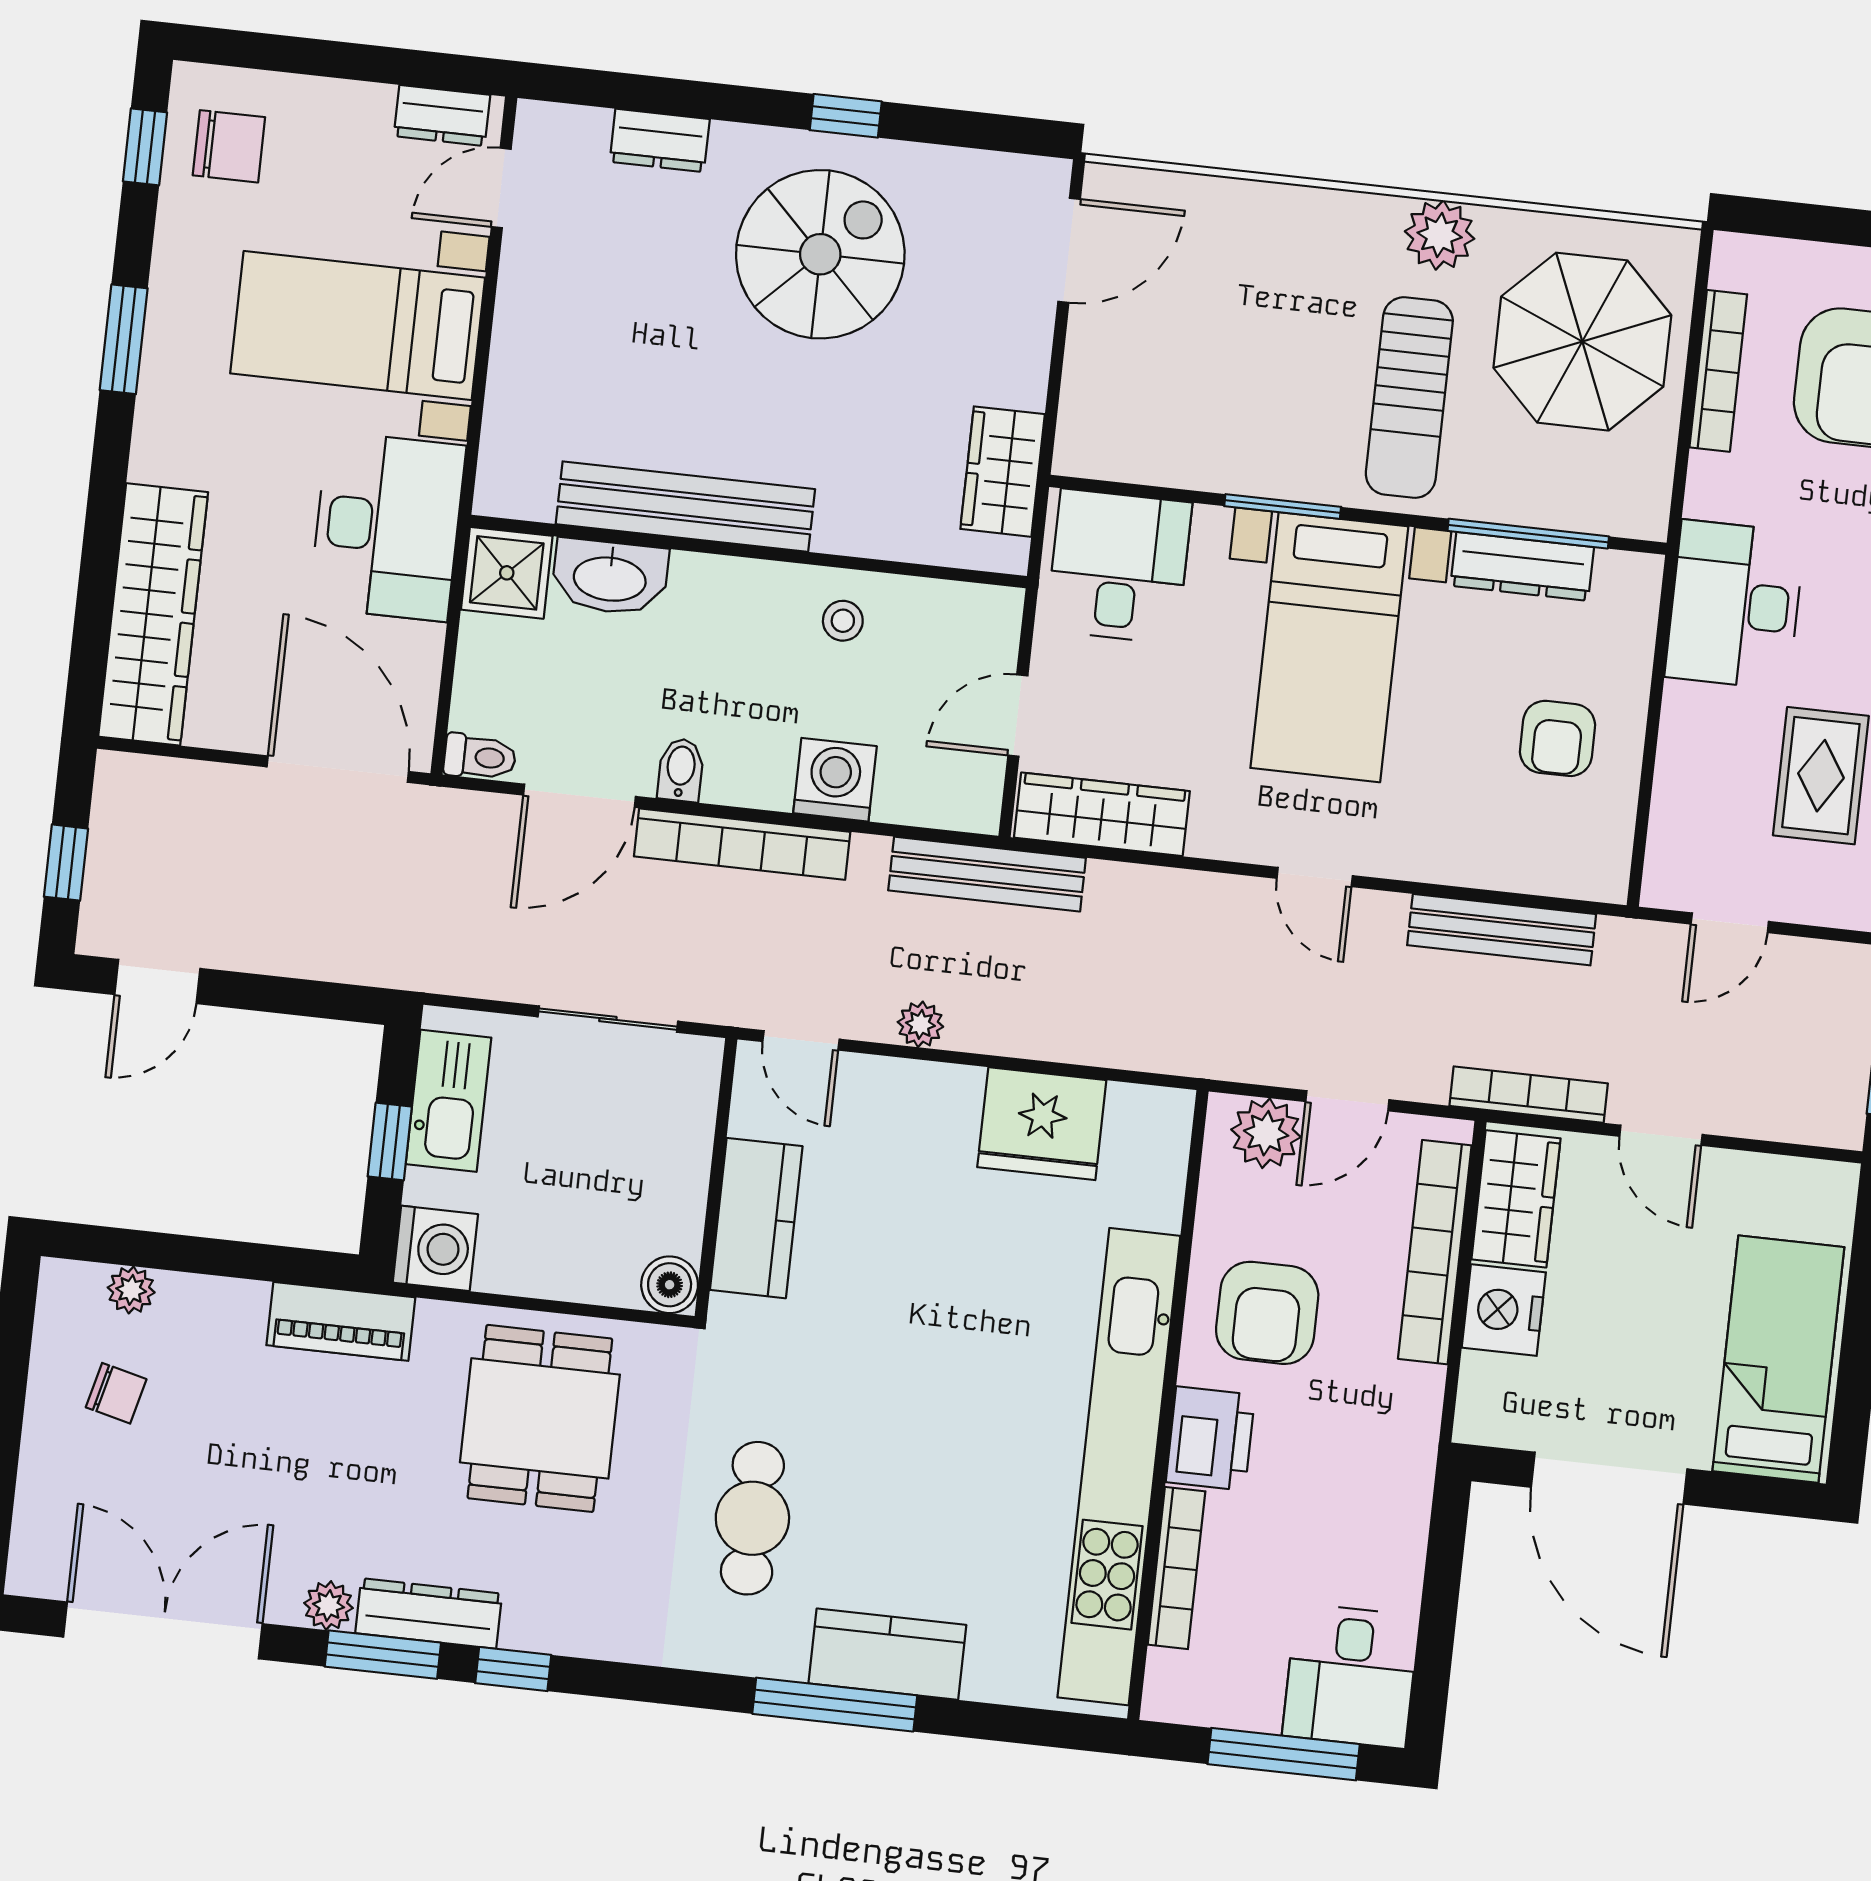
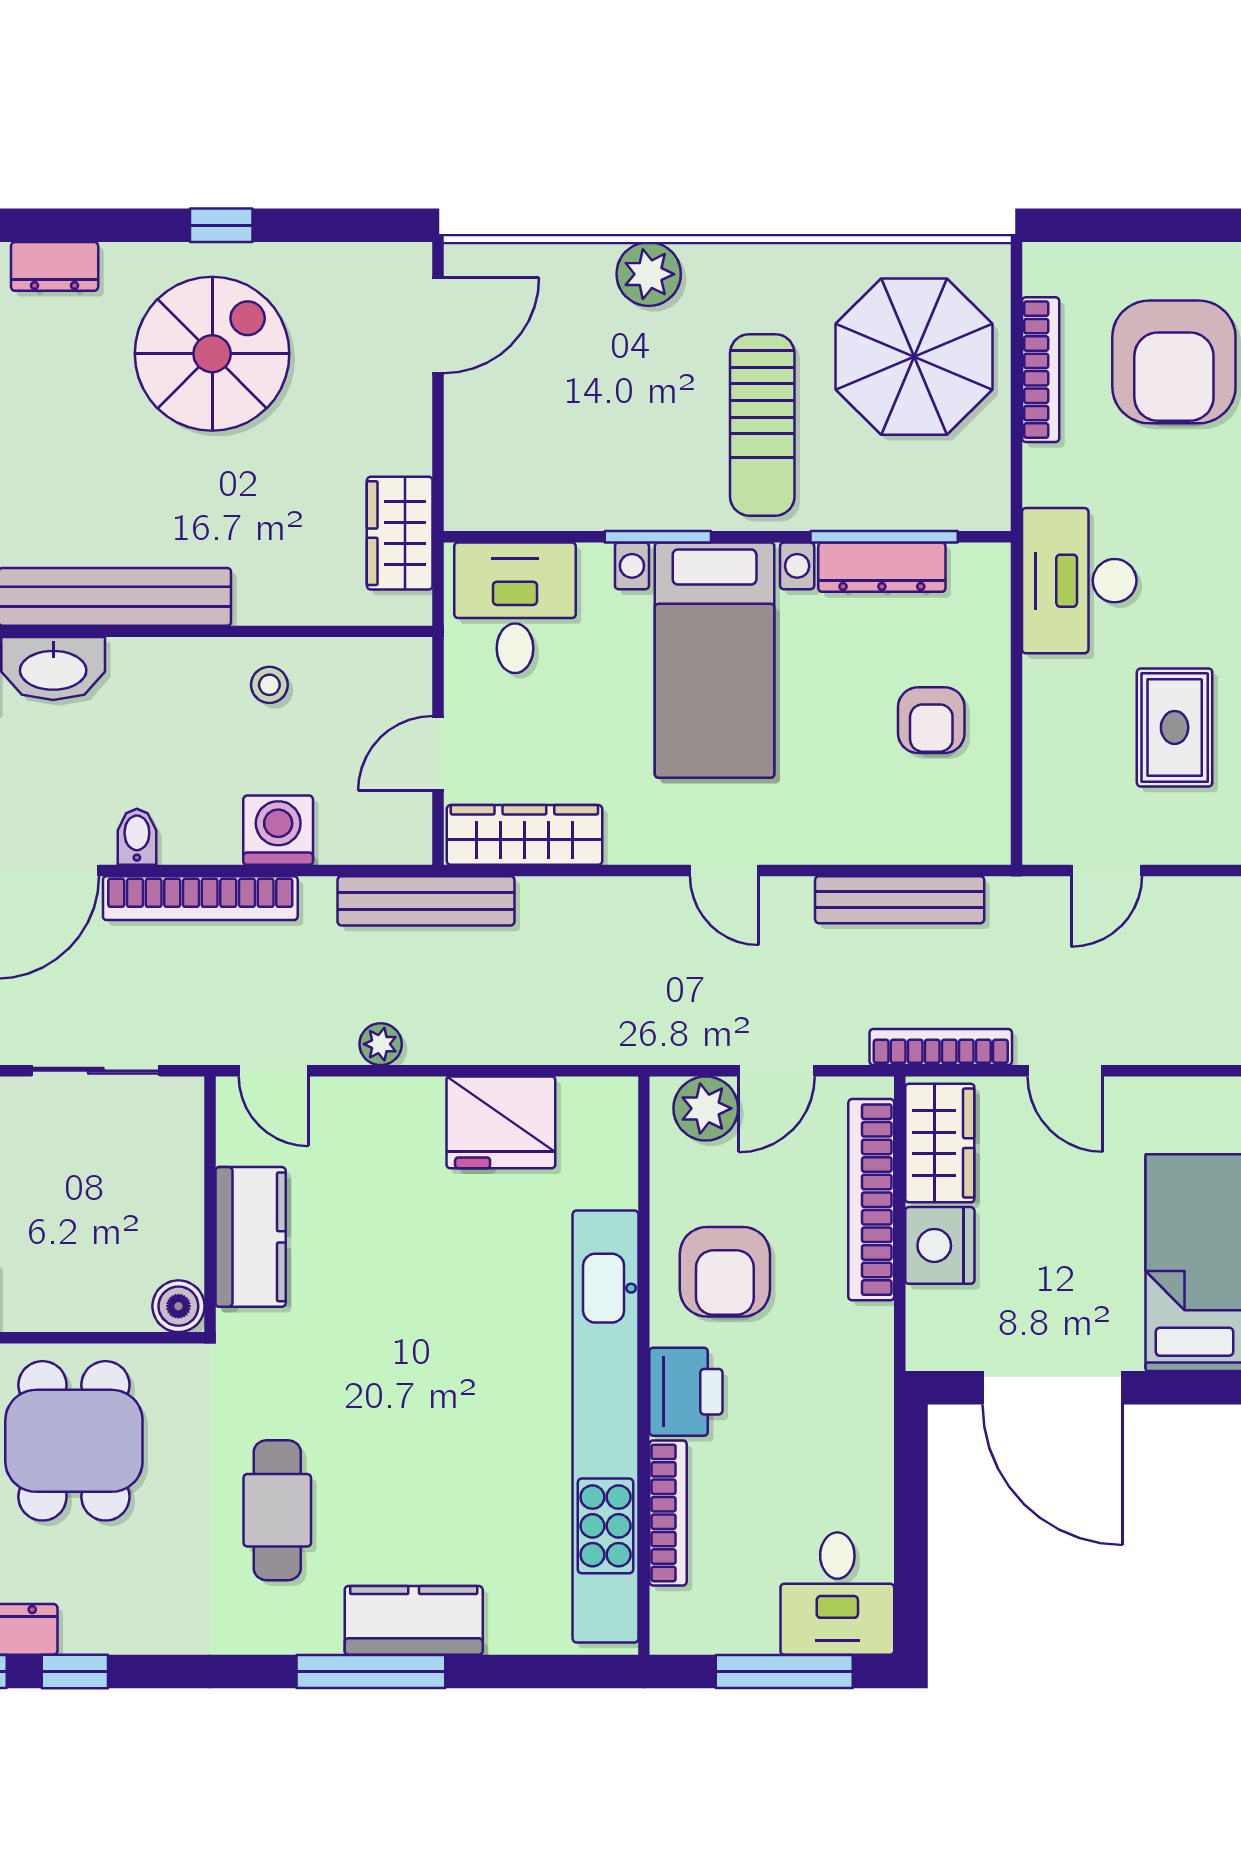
plant: (1440, 235) -> (649, 274), moved

